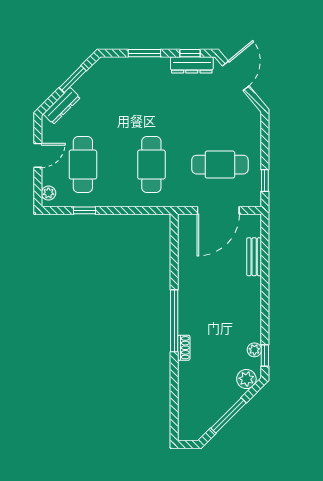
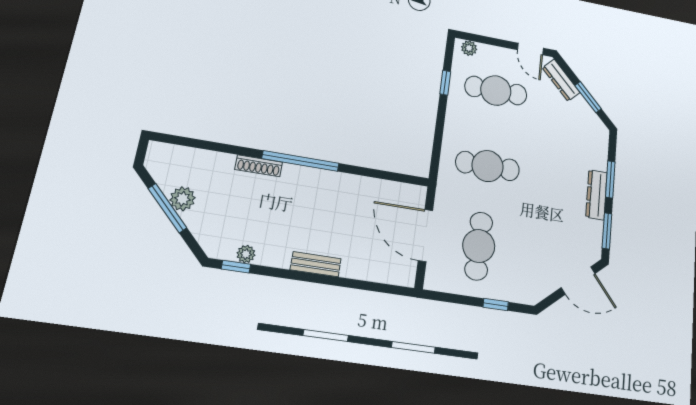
window: (190, 53) -> (607, 231), width x1.50
dresser: (192, 65) -> (596, 195), moved
door: (38, 155) -> (530, 49), moved
window: (265, 181) -> (496, 305), moved
bench: (254, 257) -> (316, 264), moved
shoe rack: (184, 348) -> (259, 166), width x1.43
plant: (246, 379) -> (183, 199), moved

